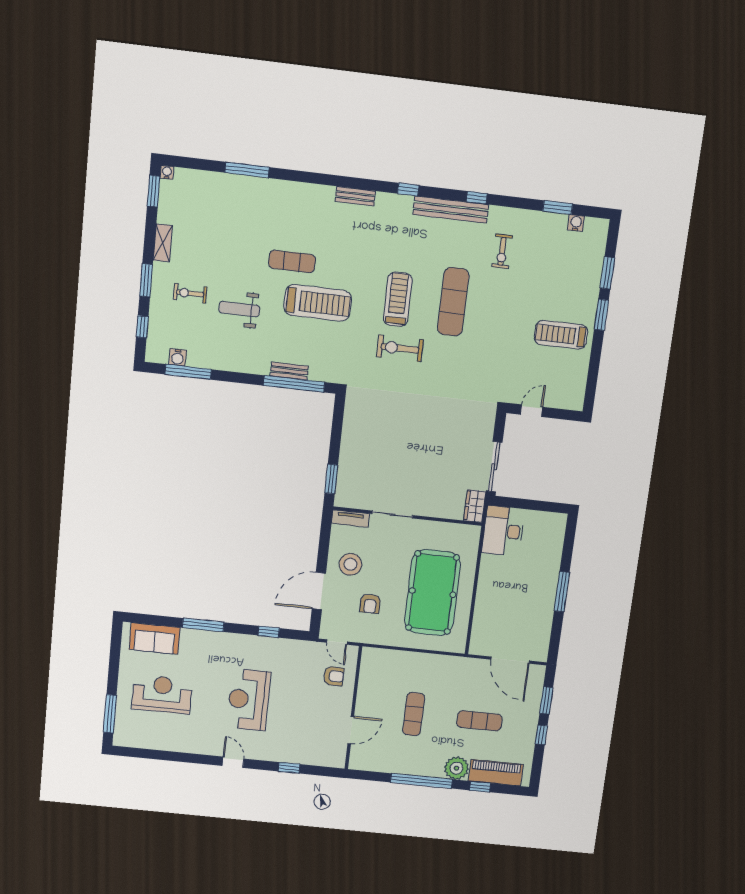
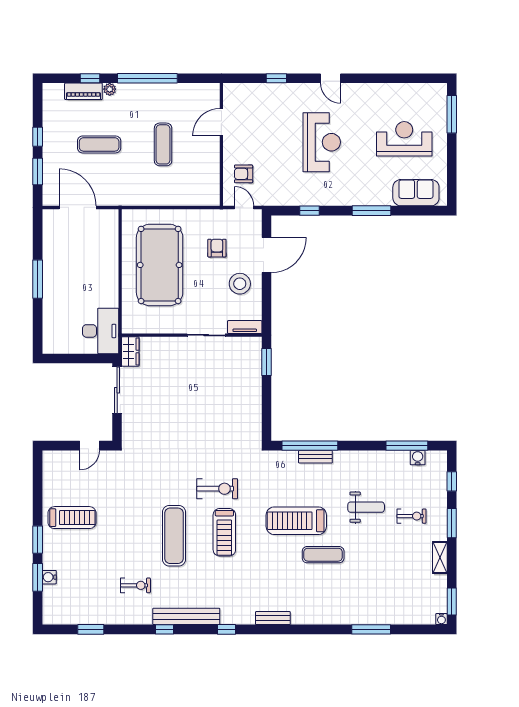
water cooler: (576, 223) -> (49, 577), moved, turned 90
exercise bike: (502, 251) -> (135, 585), turned 90
reception desk: (162, 694) -> (404, 139), turned 180
plant: (457, 768) -> (110, 89), width x0.53, depth x0.53
piano: (496, 773) -> (83, 91), width x0.73, depth x0.75

